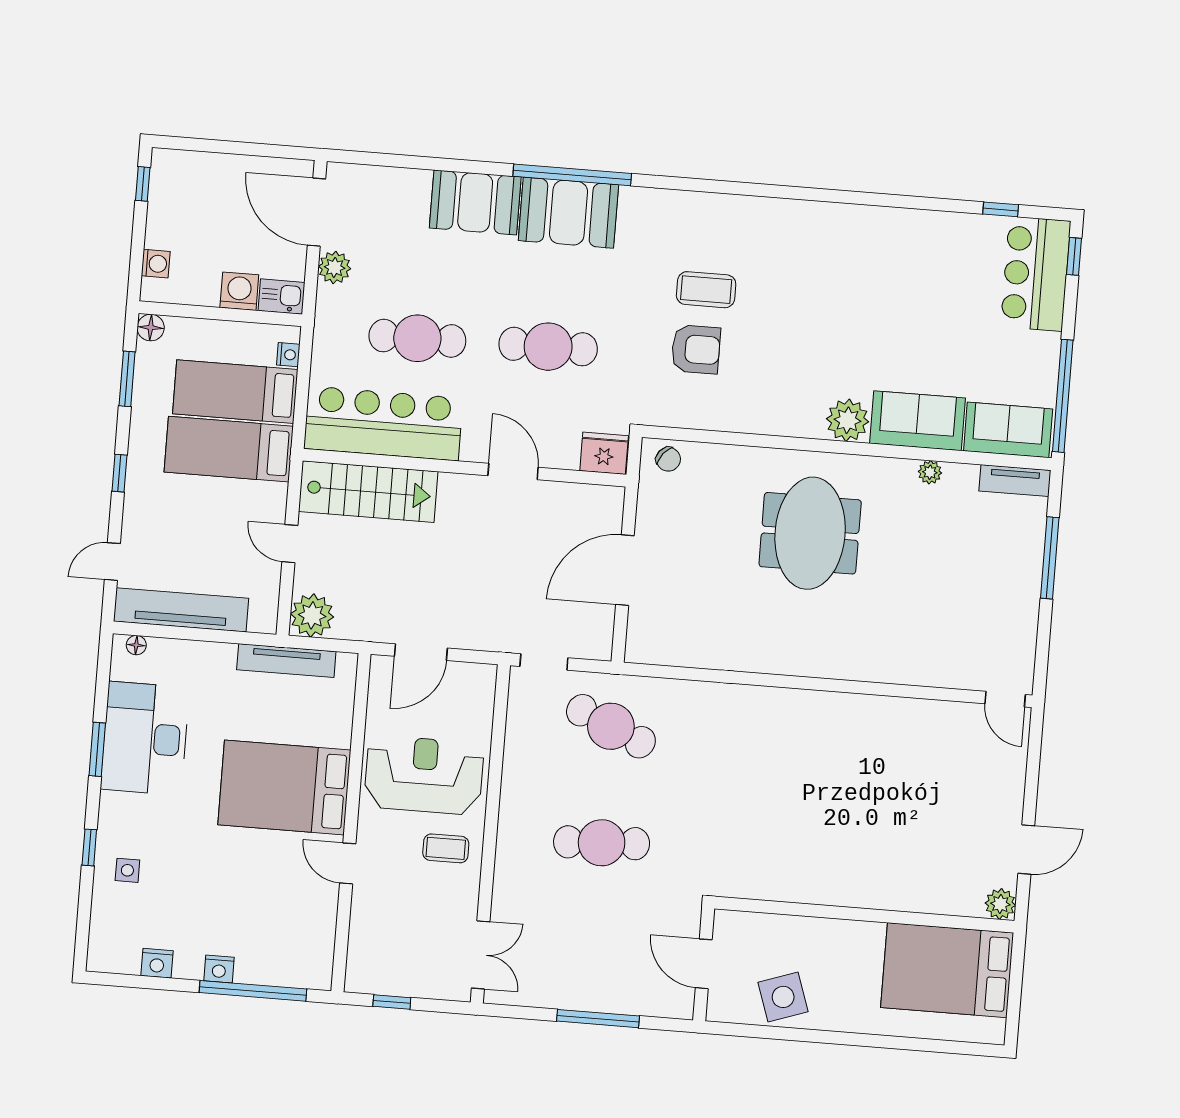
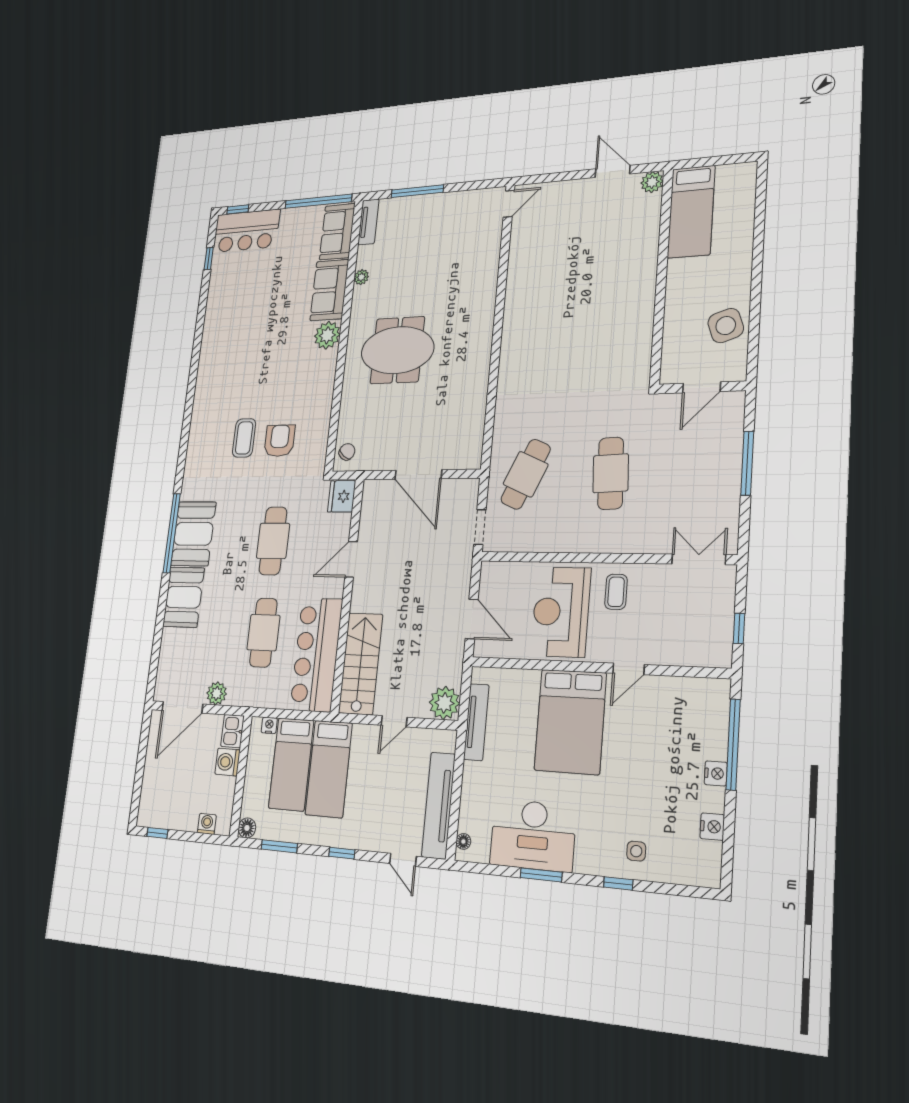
bed: (947, 970) -> (691, 212), width x0.67

